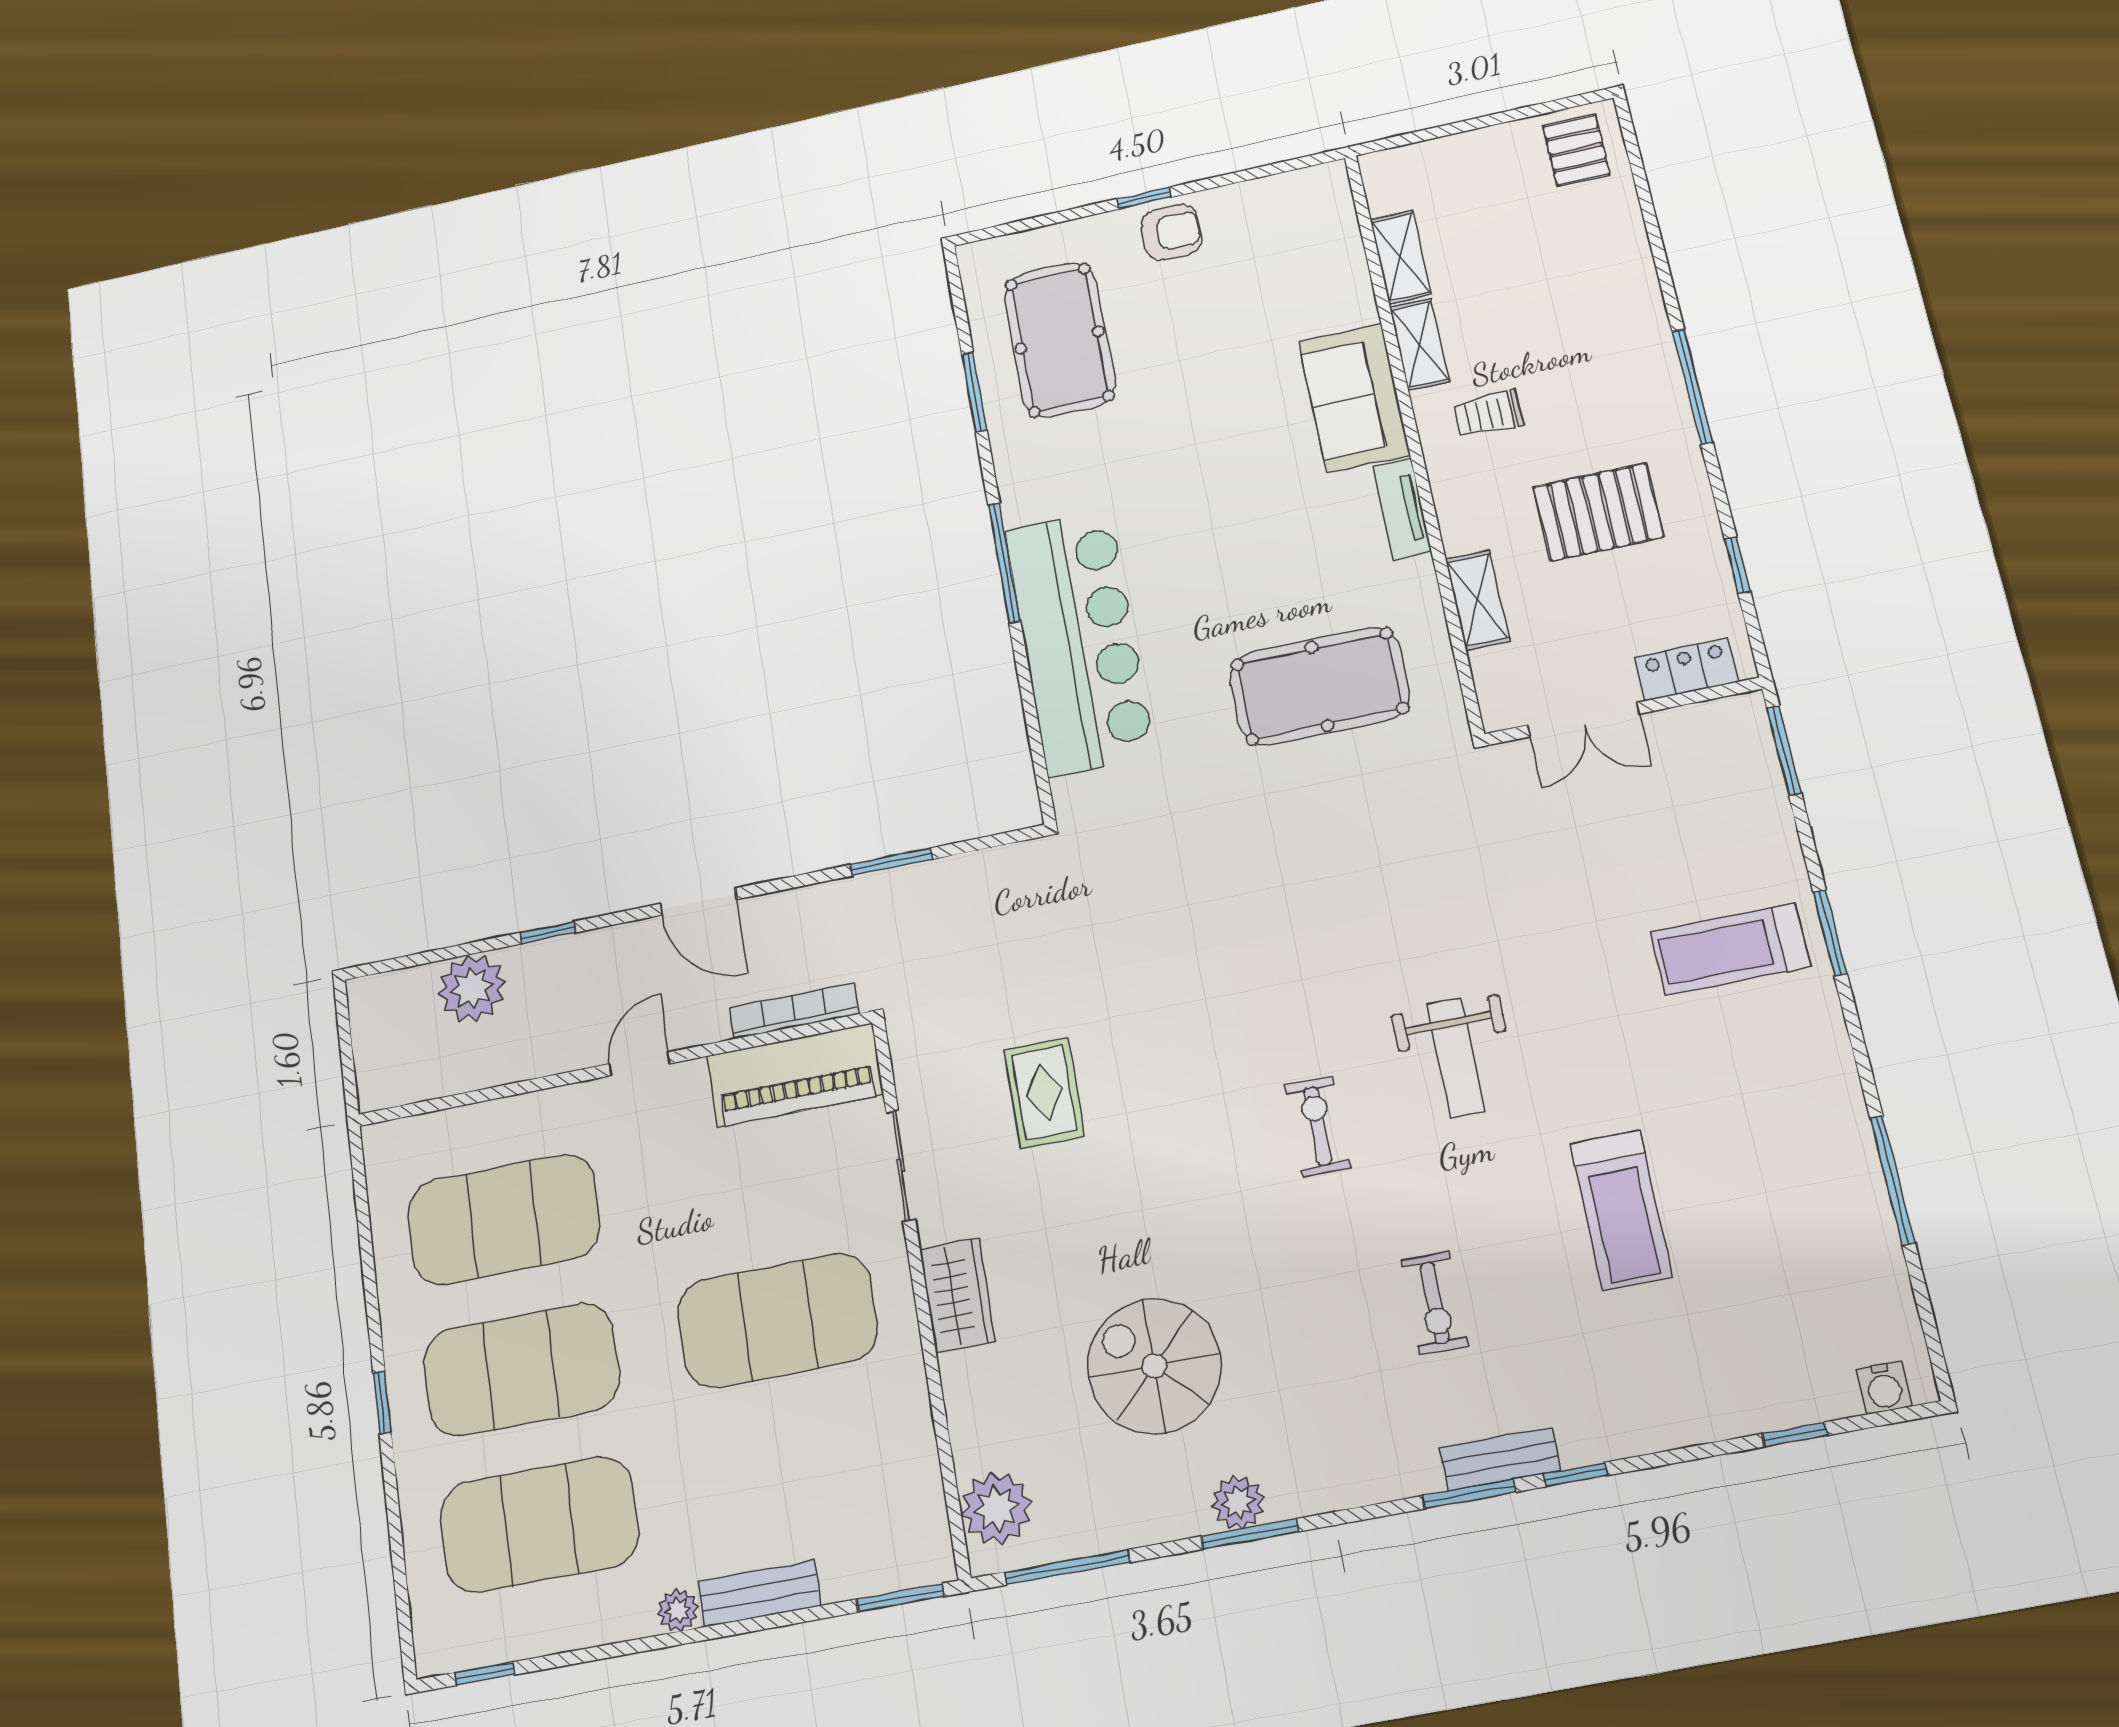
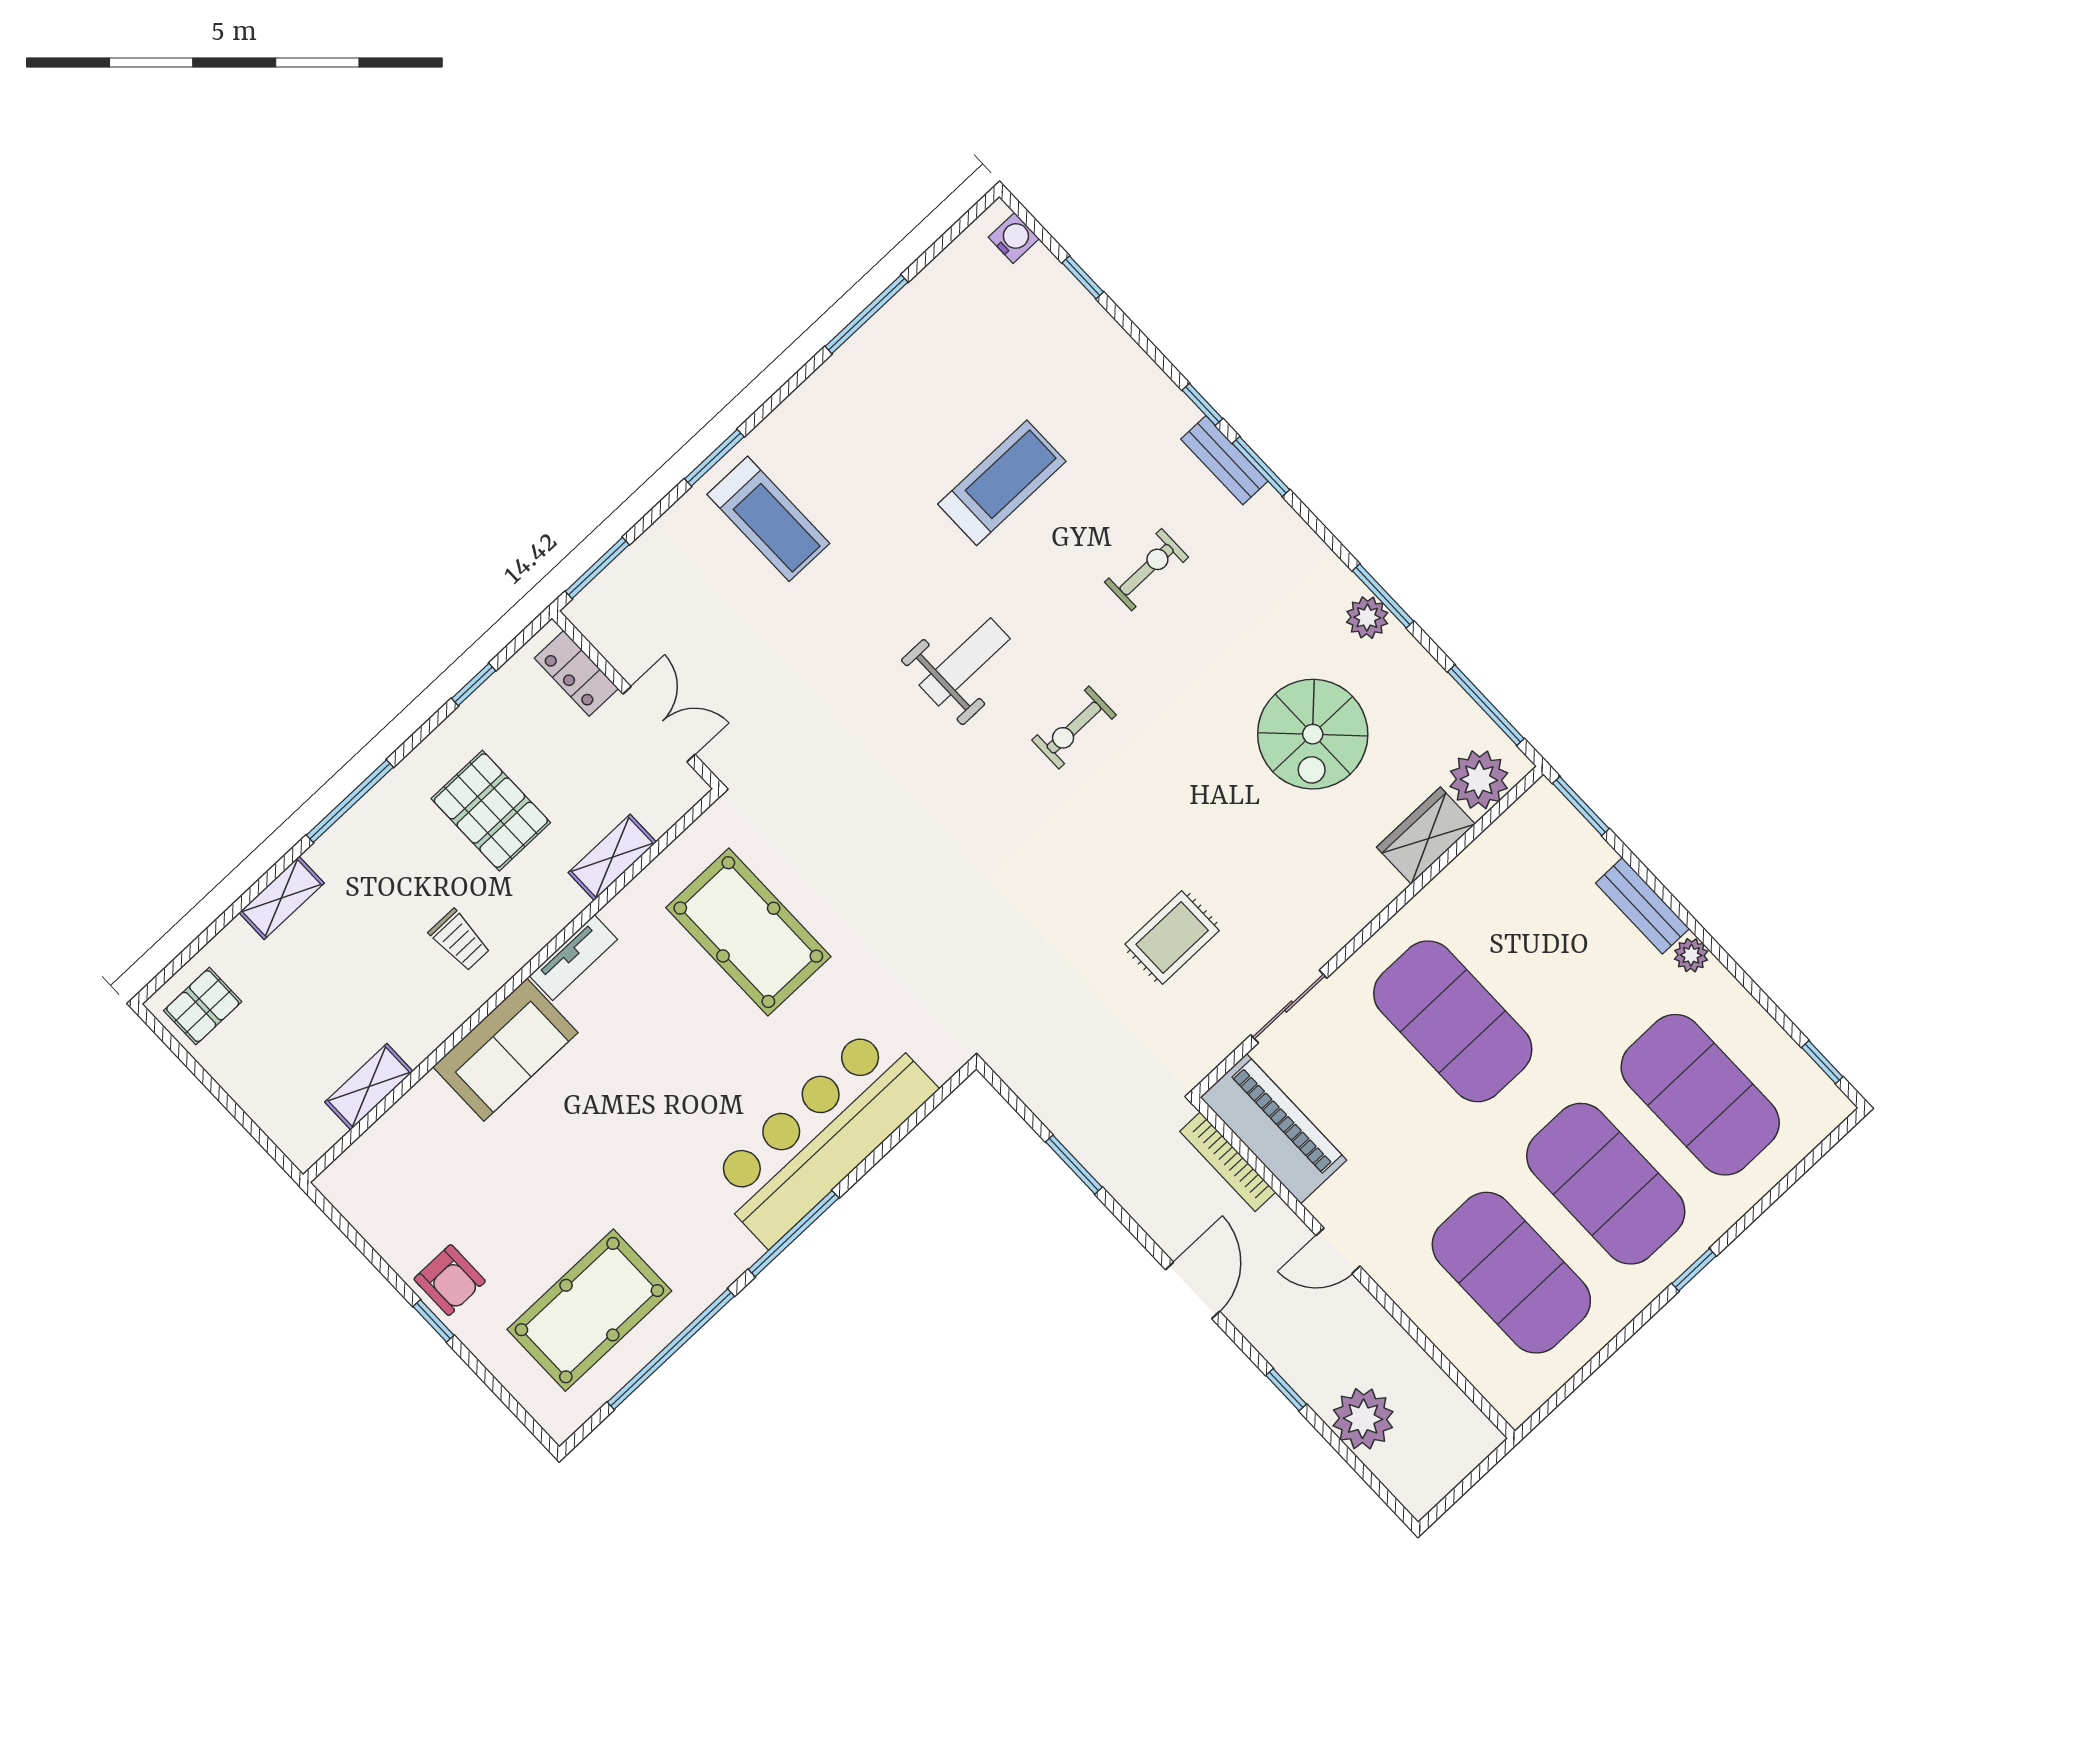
armchair: (1171, 232) -> (450, 1280), turned 180
shelving: (1419, 344) -> (282, 898), moved
window: (974, 392) -> (671, 1349), width x2.11
wardrobe: (957, 1295) -> (1426, 836), moved

